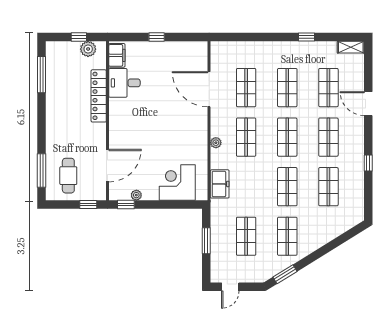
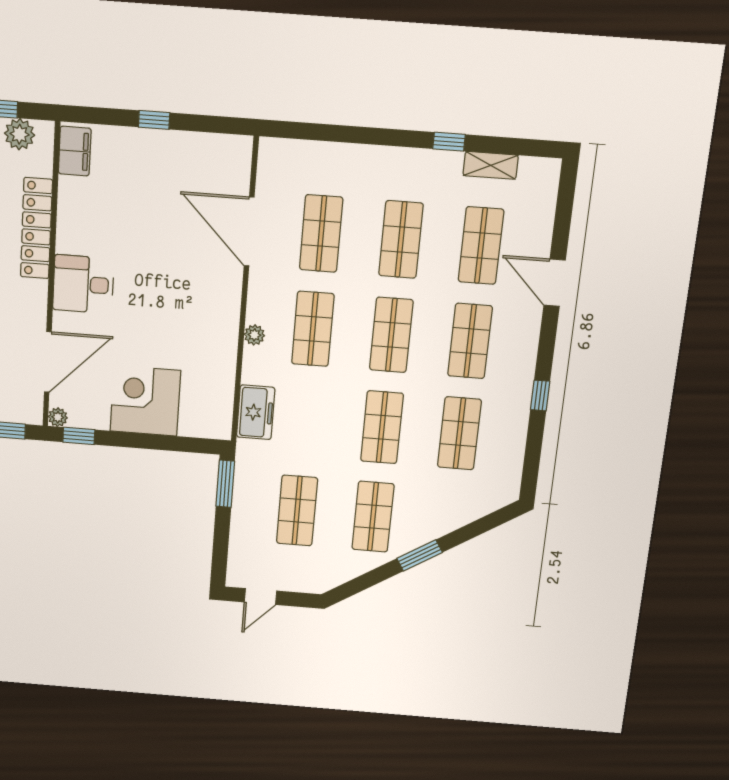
shelving: (351, 47) -> (491, 165), moved
desk: (124, 83) -> (83, 284), moved
corner desk: (177, 182) -> (145, 401), moved
plant: (136, 195) -> (58, 417), moved
window: (206, 241) -> (225, 484), moved
window: (285, 274) -> (420, 555), moved

